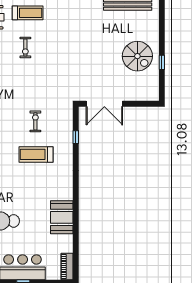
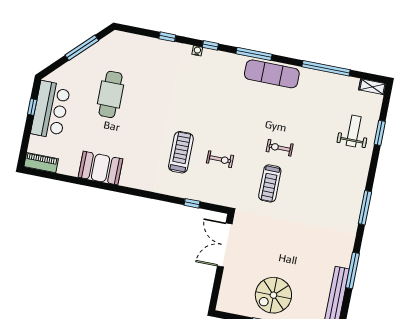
treadmill: (28, 13) -> (270, 183), moved
exercise bike: (25, 47) -> (280, 148), moved

